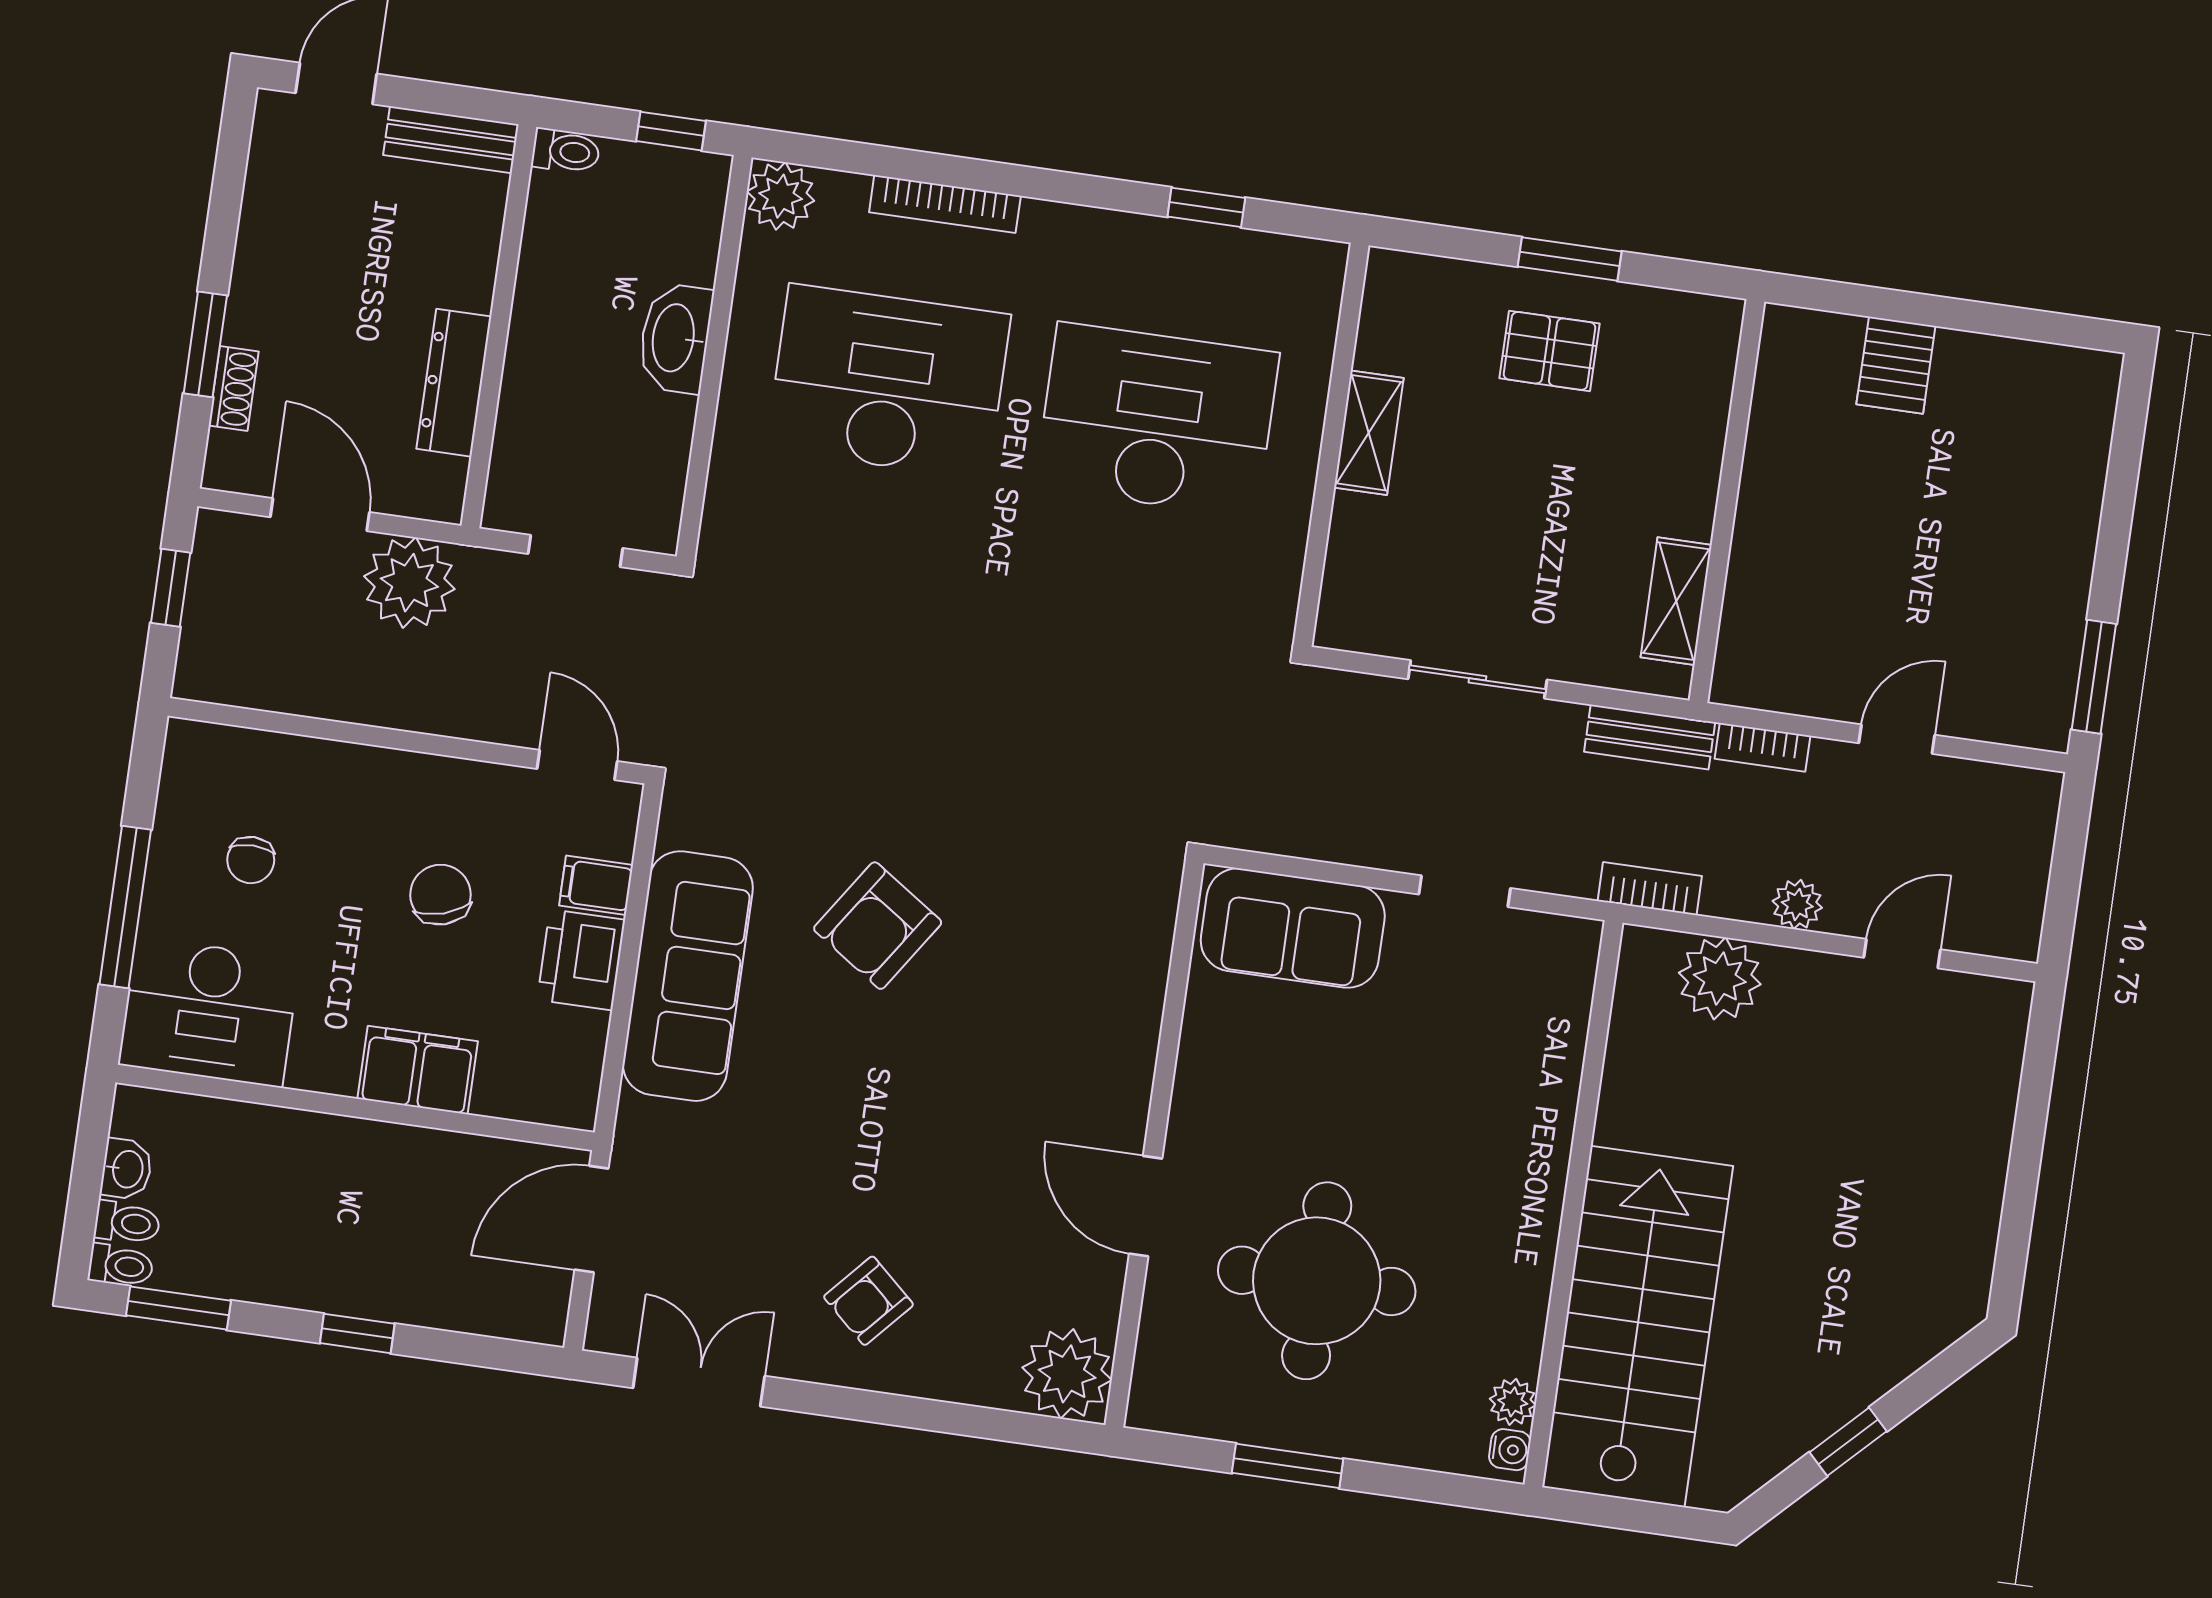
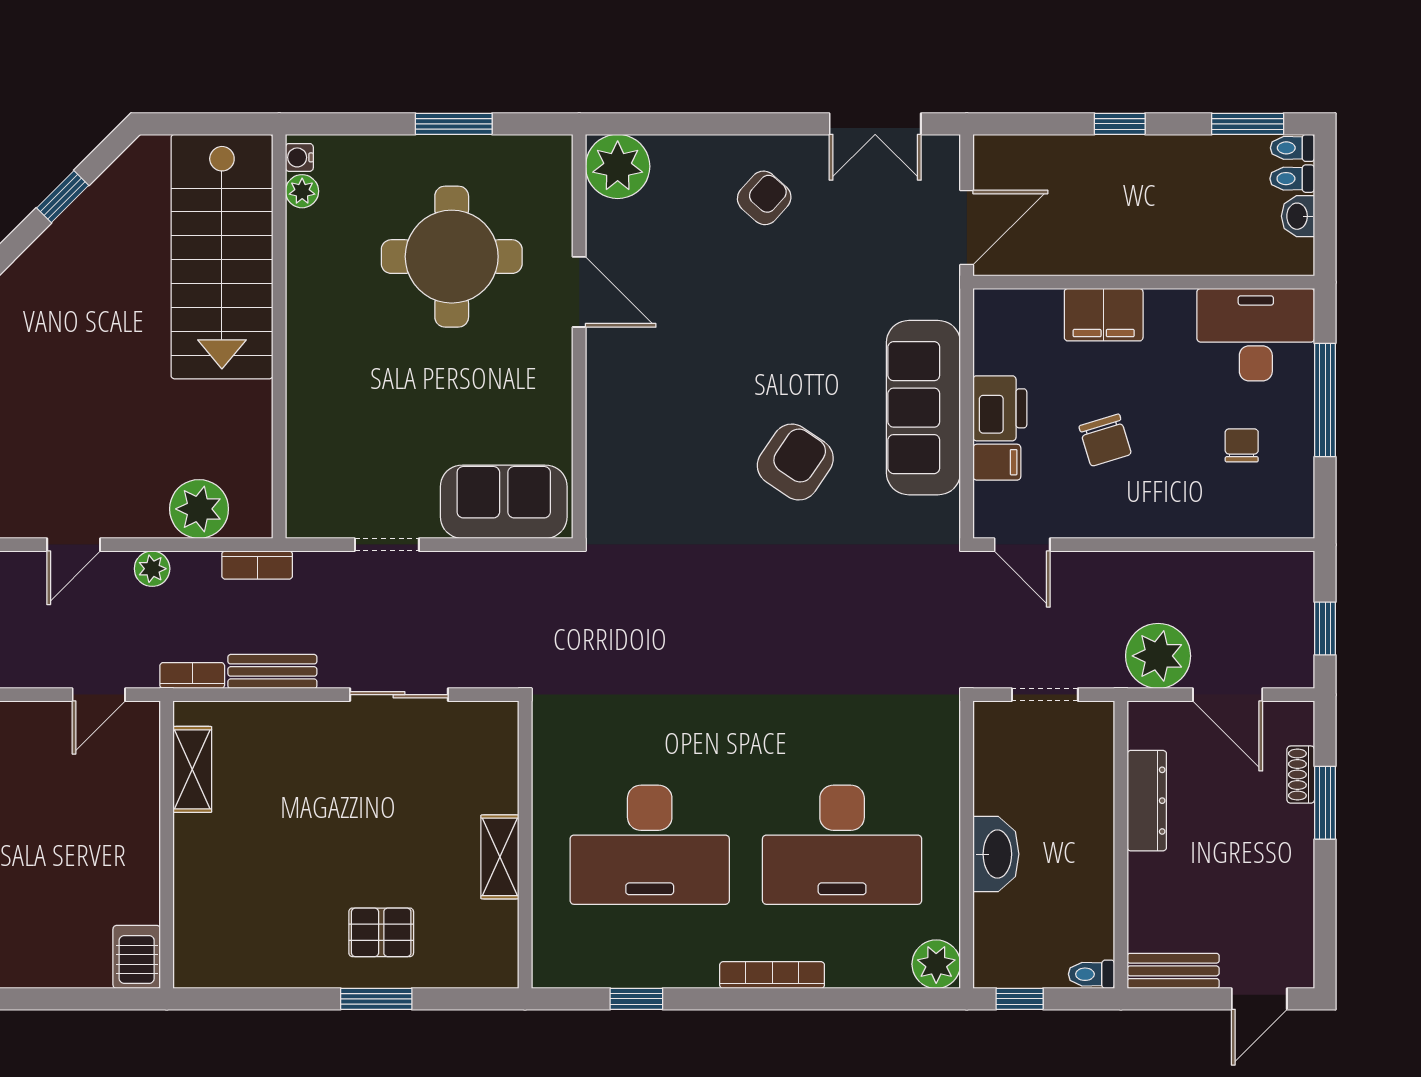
bookcase: (945, 204) -> (772, 975), moved
wall: (1727, 501) -> (167, 845), moved
shelving: (1676, 601) -> (192, 769), moved

